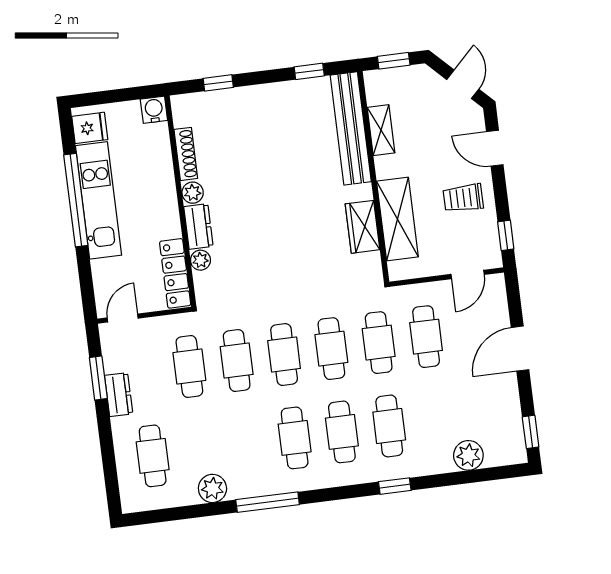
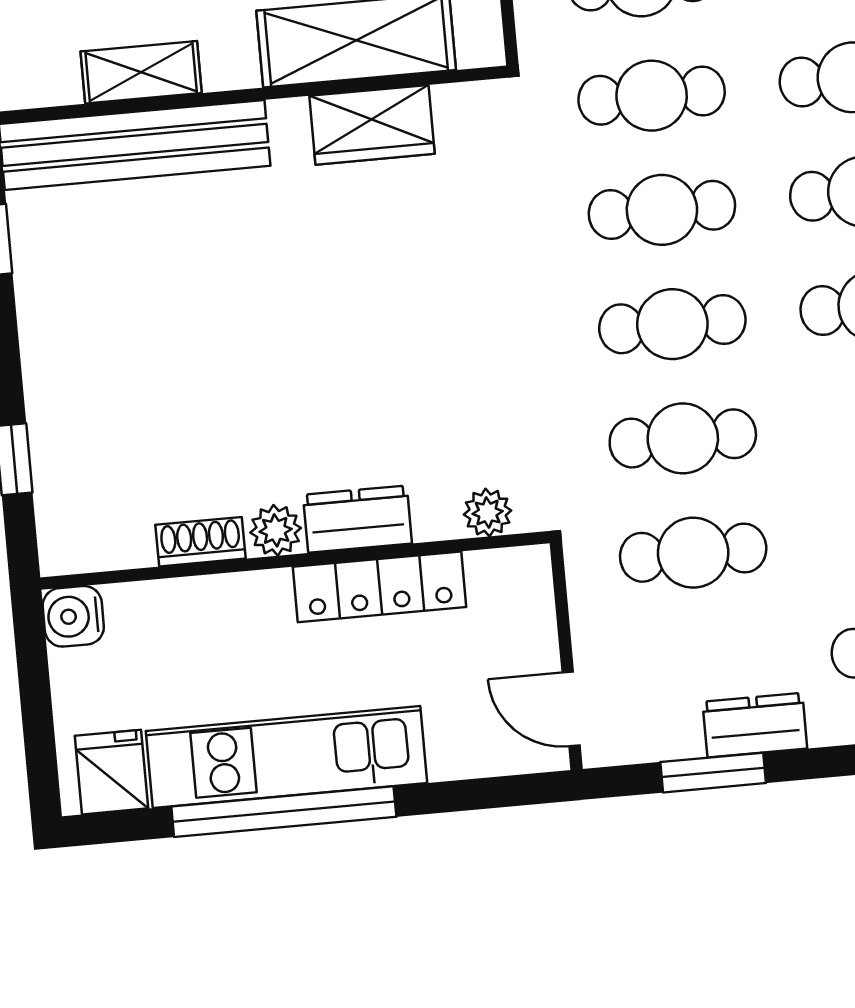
shoe rack: (186, 154) -> (201, 542), width x0.70
plant: (200, 260) -> (488, 513), moved
locker: (175, 273) -> (380, 587), moved

